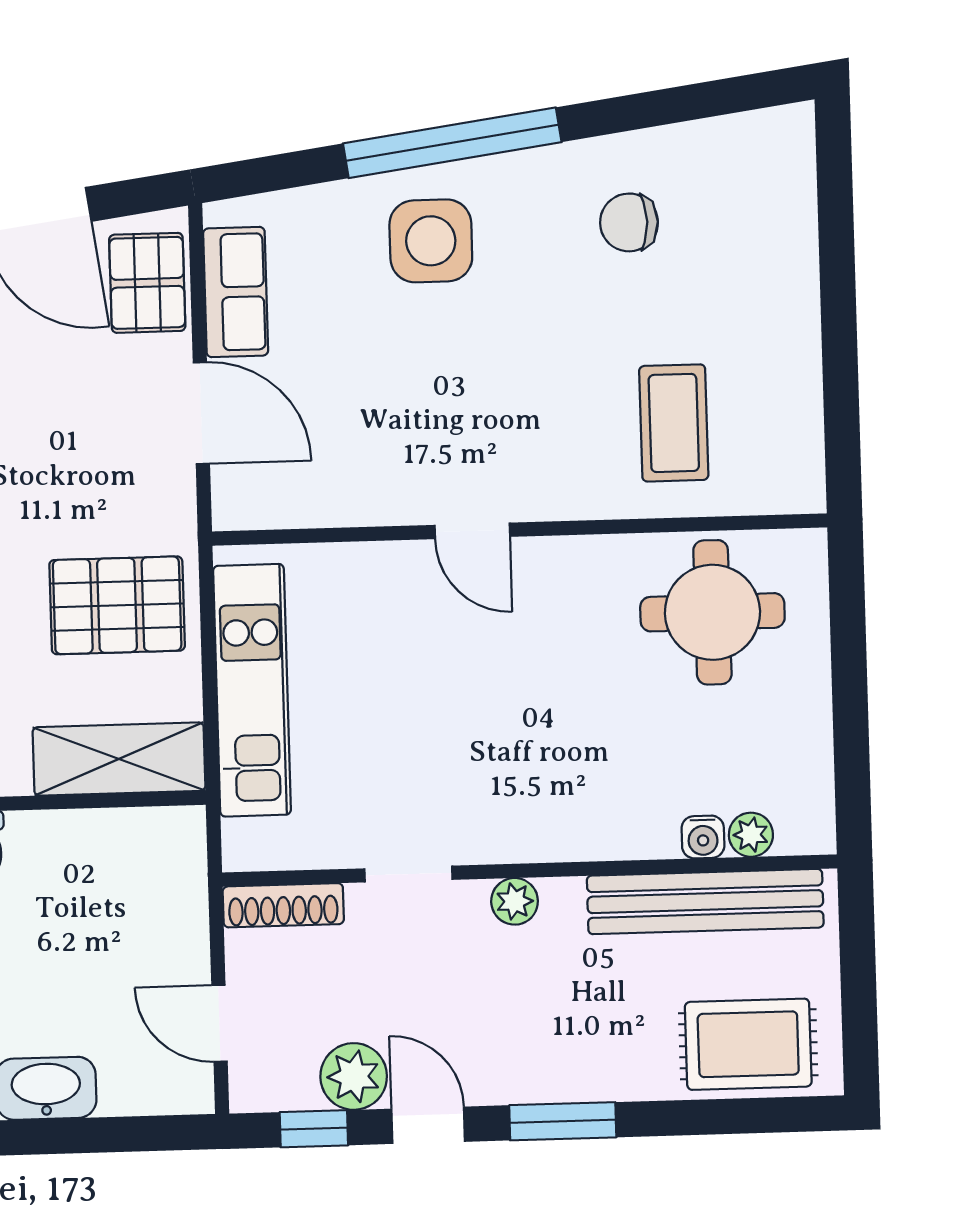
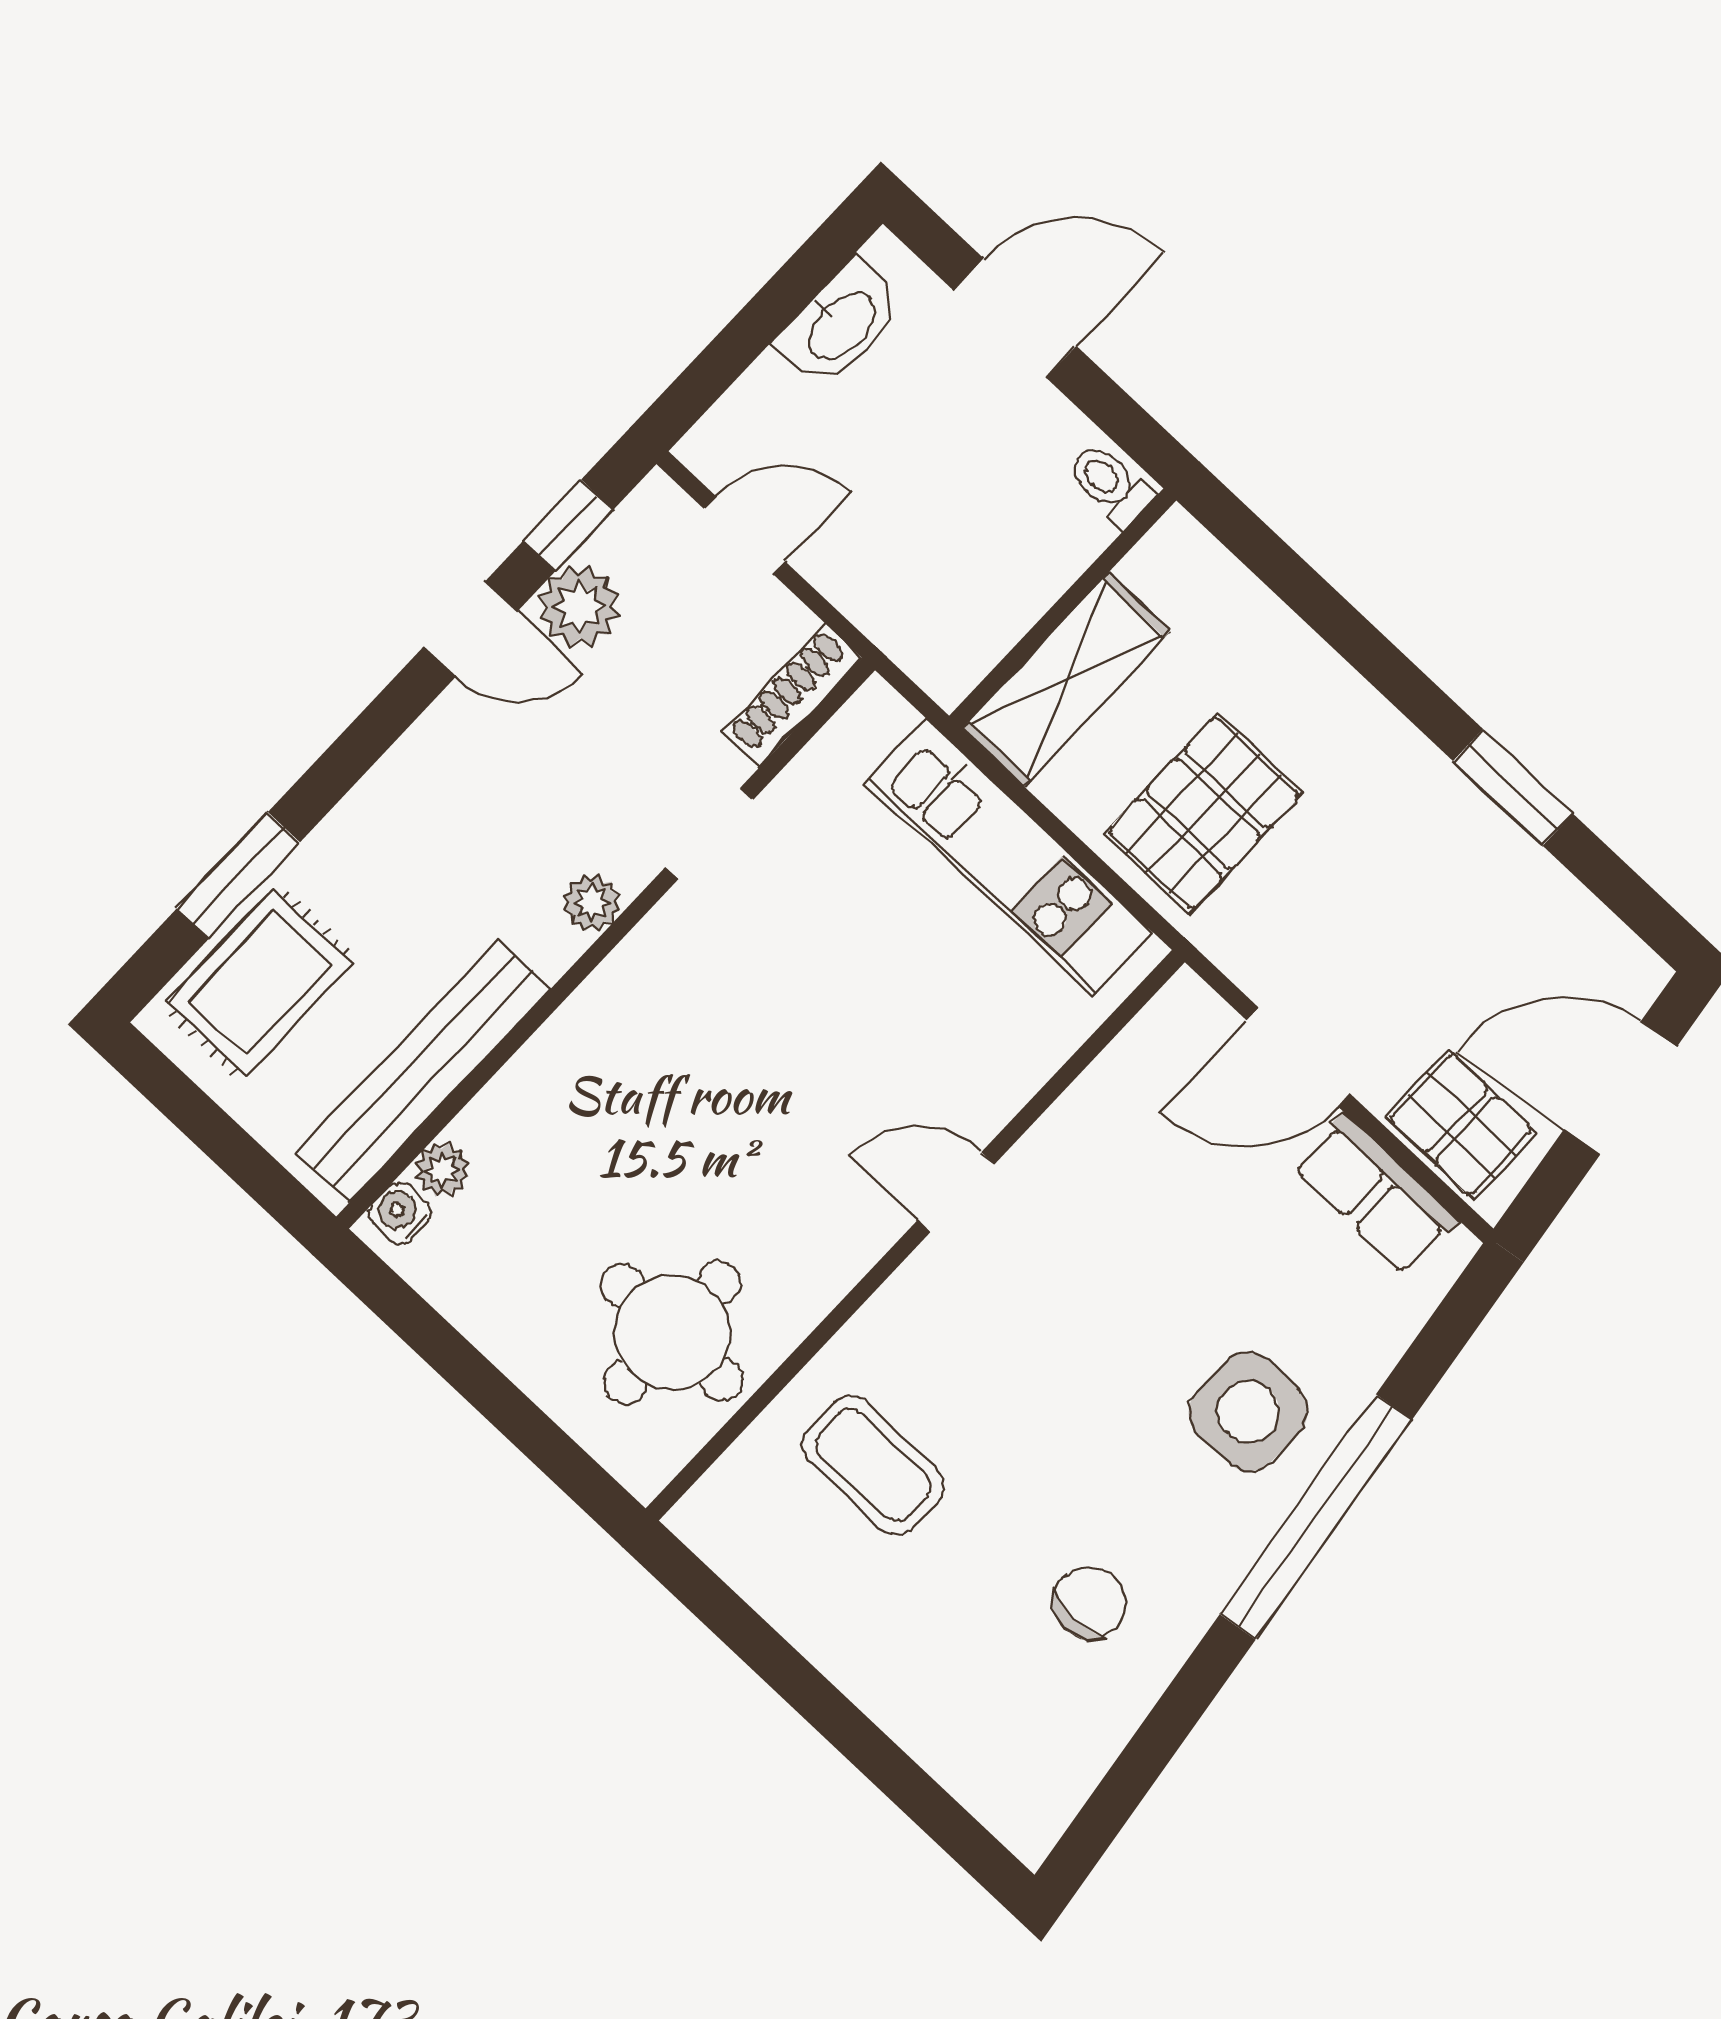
water cooler: (703, 837) -> (400, 1213), moved
window: (563, 1121) -> (238, 875), moved

